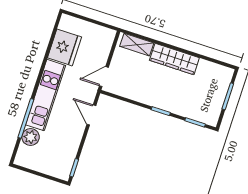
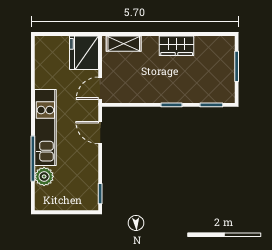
fridge: (65, 47) -> (84, 53), moved, turned 180
wardrobe: (174, 59) -> (177, 46), width x0.67

